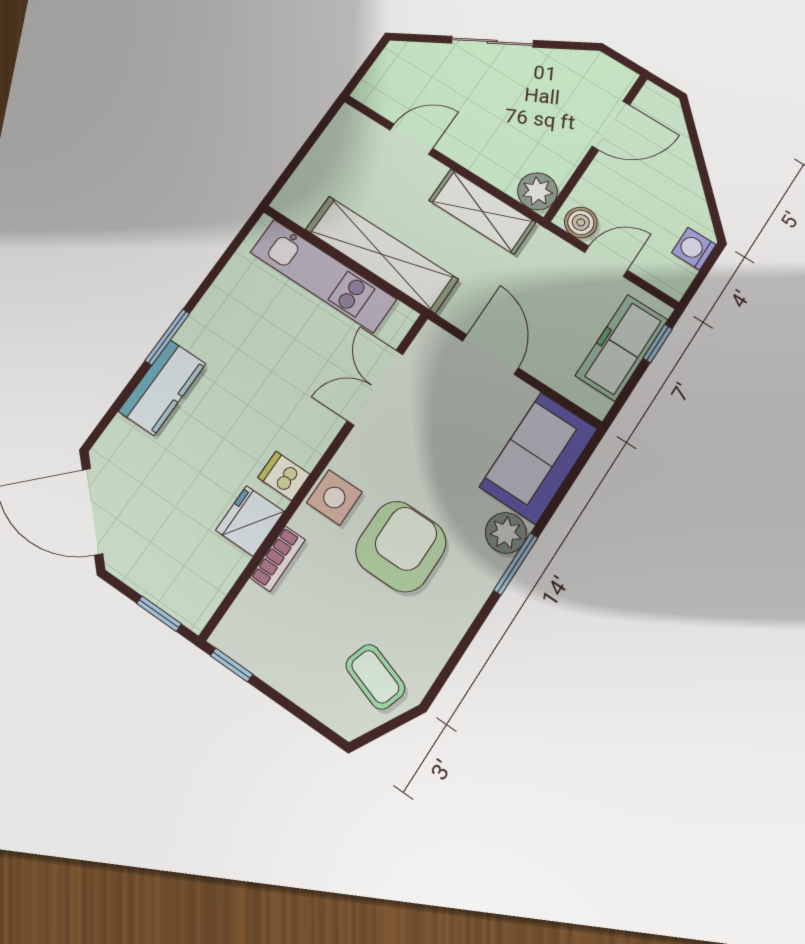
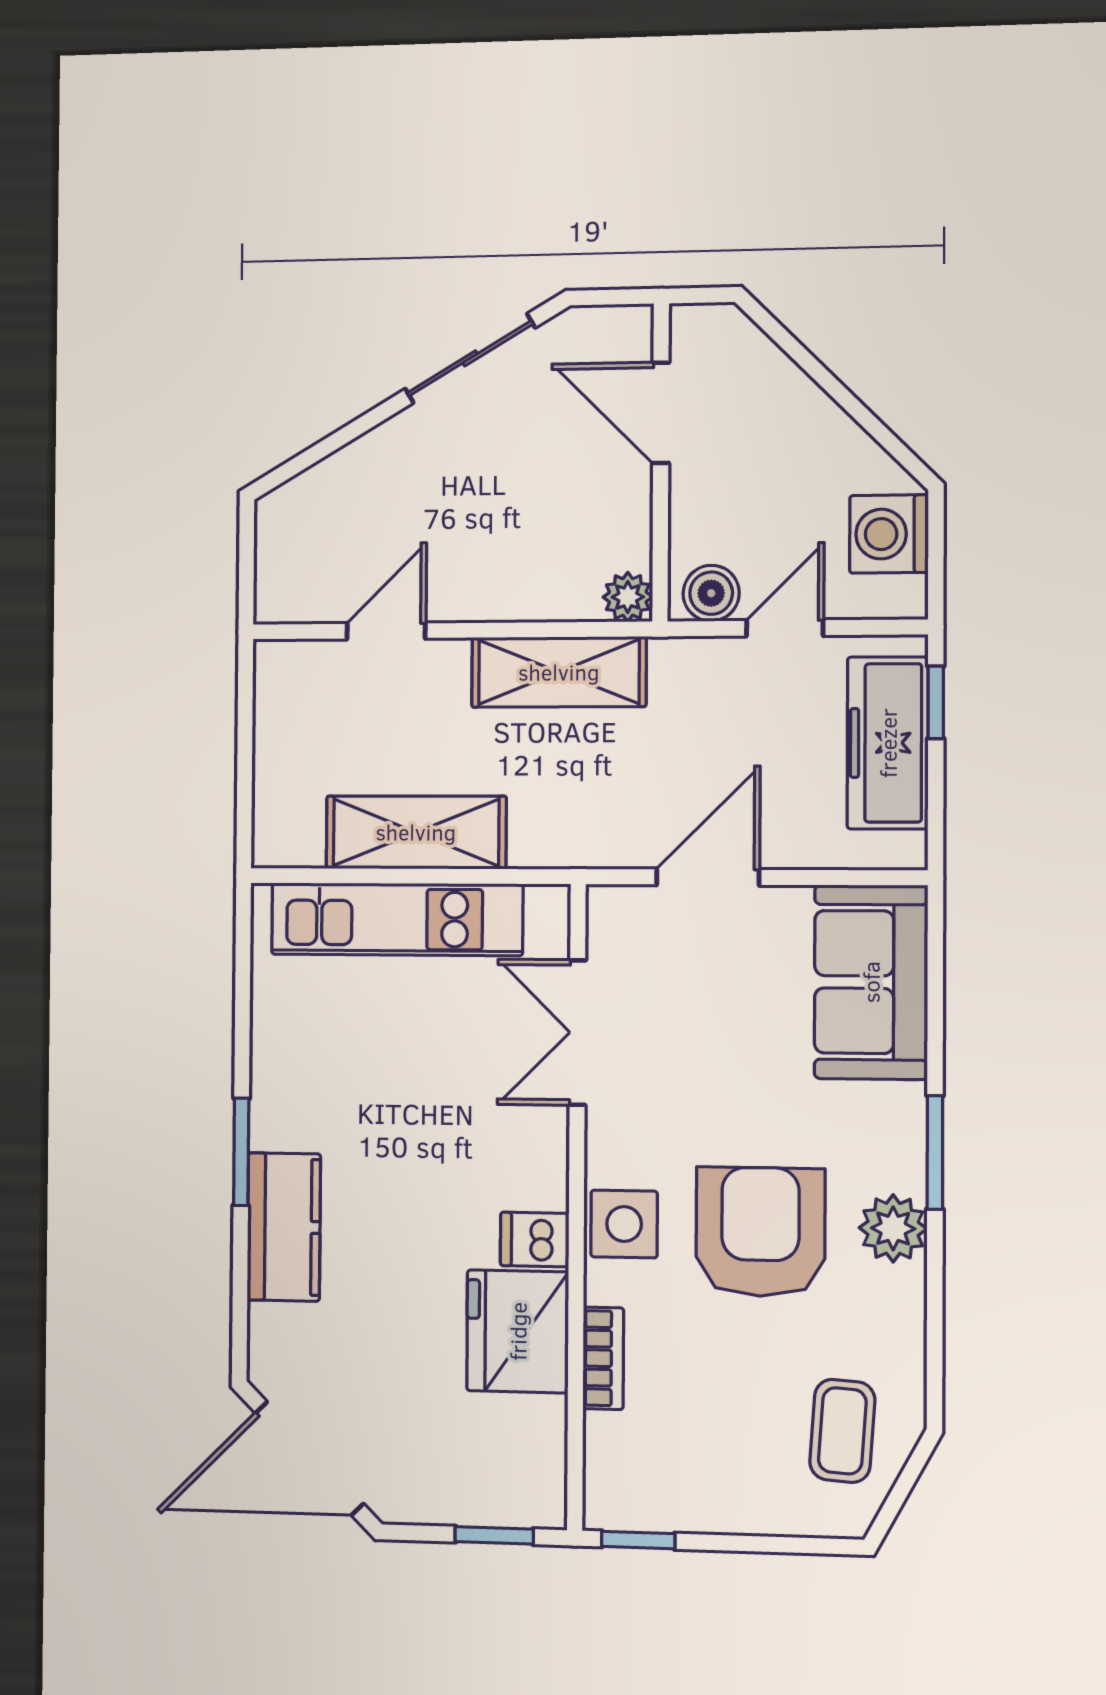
sliding door: (492, 42) -> (470, 358), moved
door: (611, 125) -> (661, 413), swing flipped
plant: (537, 191) -> (628, 597), width x0.73, depth x0.73
washing machine: (694, 249) -> (889, 534), width x1.38, depth x1.38
shelving: (382, 254) -> (416, 832), width x0.68
door: (490, 354) -> (708, 877), hinge flipped
fridge: (250, 521) -> (518, 1331), width x1.36, depth x1.34
plant: (506, 533) -> (893, 1228), moved
coffee table: (375, 677) -> (842, 1431), turned 76

